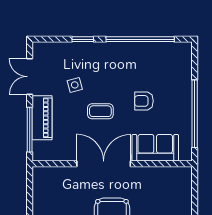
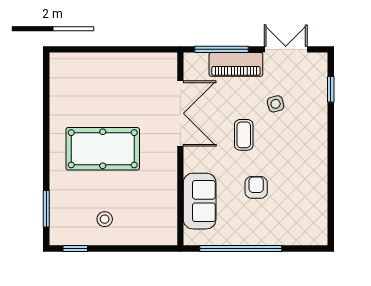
window: (83, 39) -> (331, 89), moved
window: (140, 39) -> (331, 183), removed
double door: (104, 164) -> (180, 113), moved

